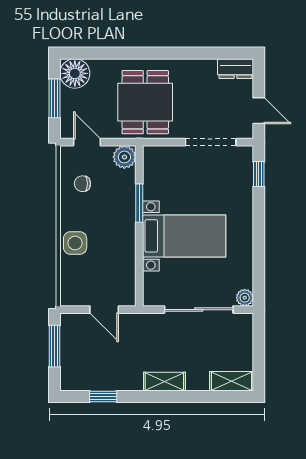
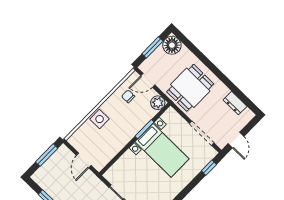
dresser: (236, 69) -> (235, 103), moved
door: (87, 142) -> (148, 80), swing flipped
bed with nightstands: (184, 236) -> (162, 150), moved

